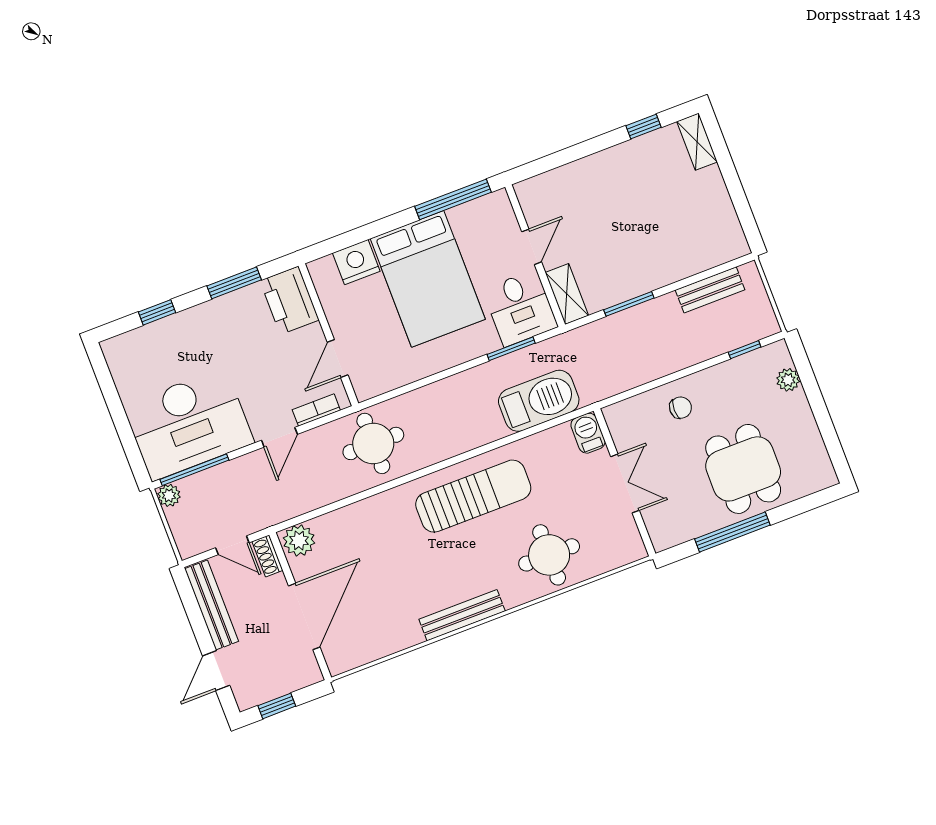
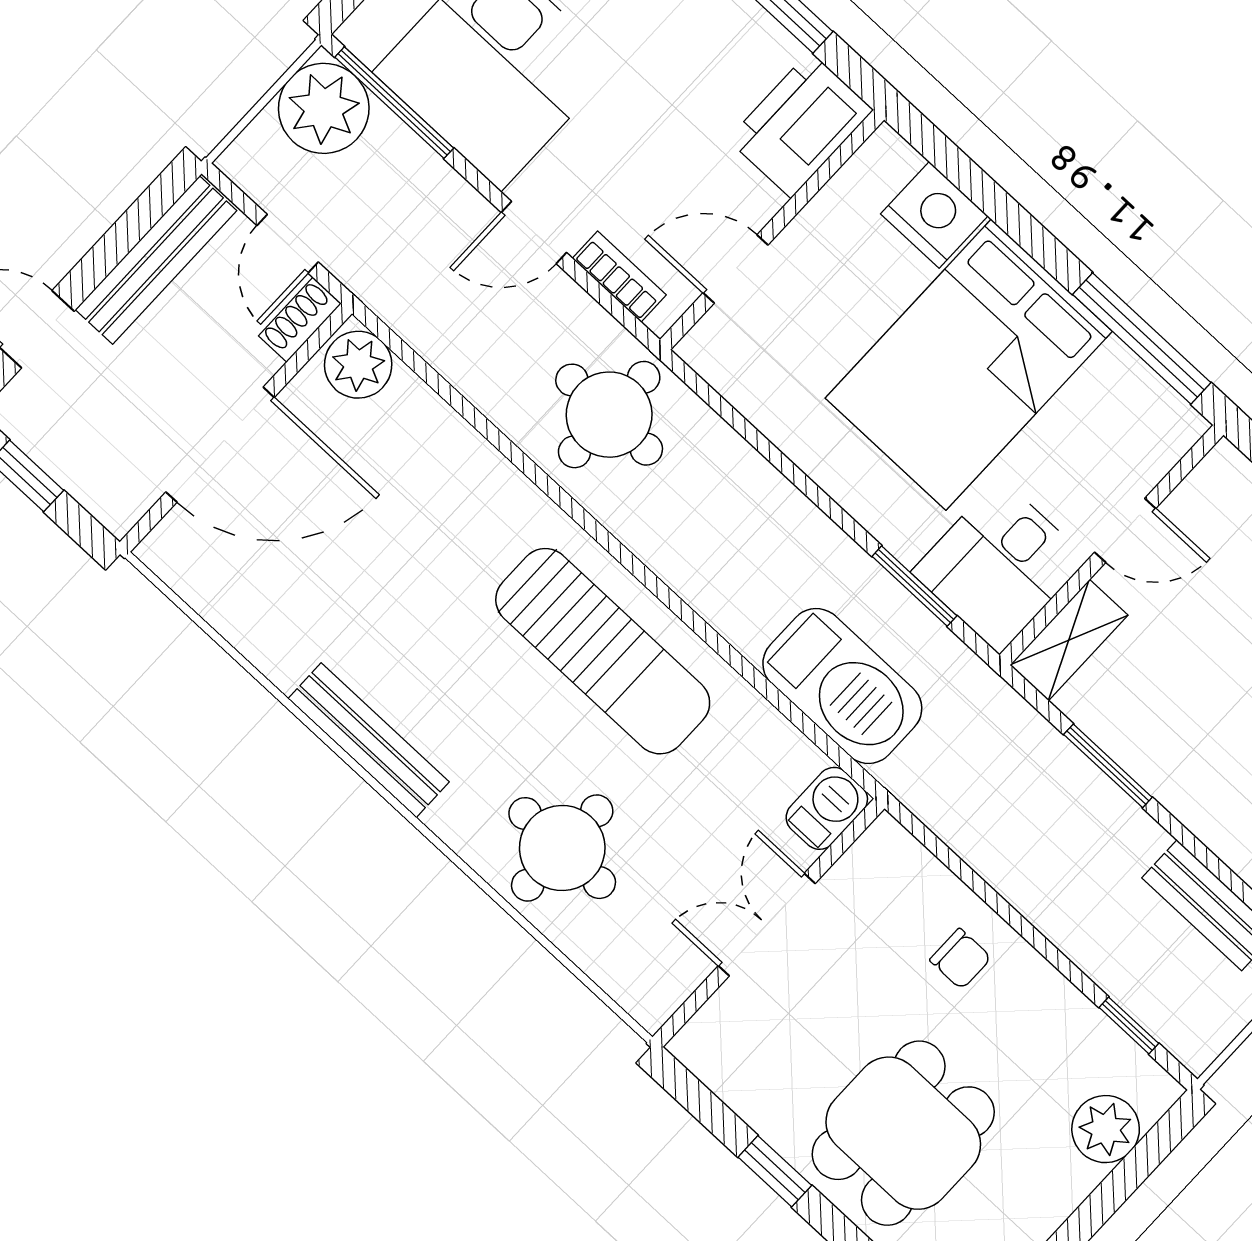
plant: (788, 380) -> (1106, 1129), width x1.38, depth x1.38
double door: (625, 483) -> (767, 925), swing flipped
plant: (169, 495) -> (324, 108), width x1.87, depth x1.87
window: (732, 532) -> (775, 1171), width x0.46

